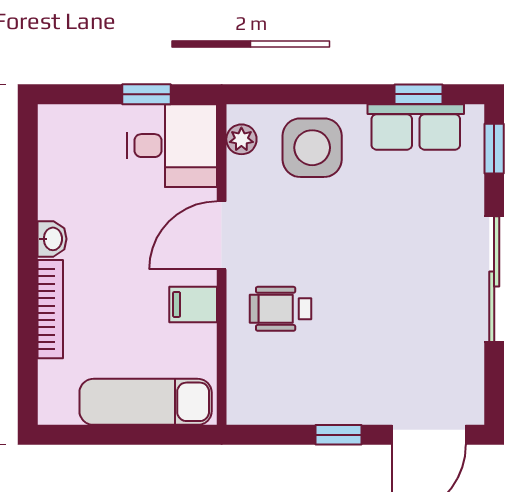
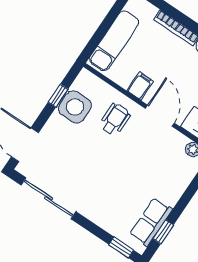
side table: (312, 148) -> (75, 107), moved
sliding door: (494, 279) -> (48, 198), moved
window: (339, 435) -> (58, 96), moved

